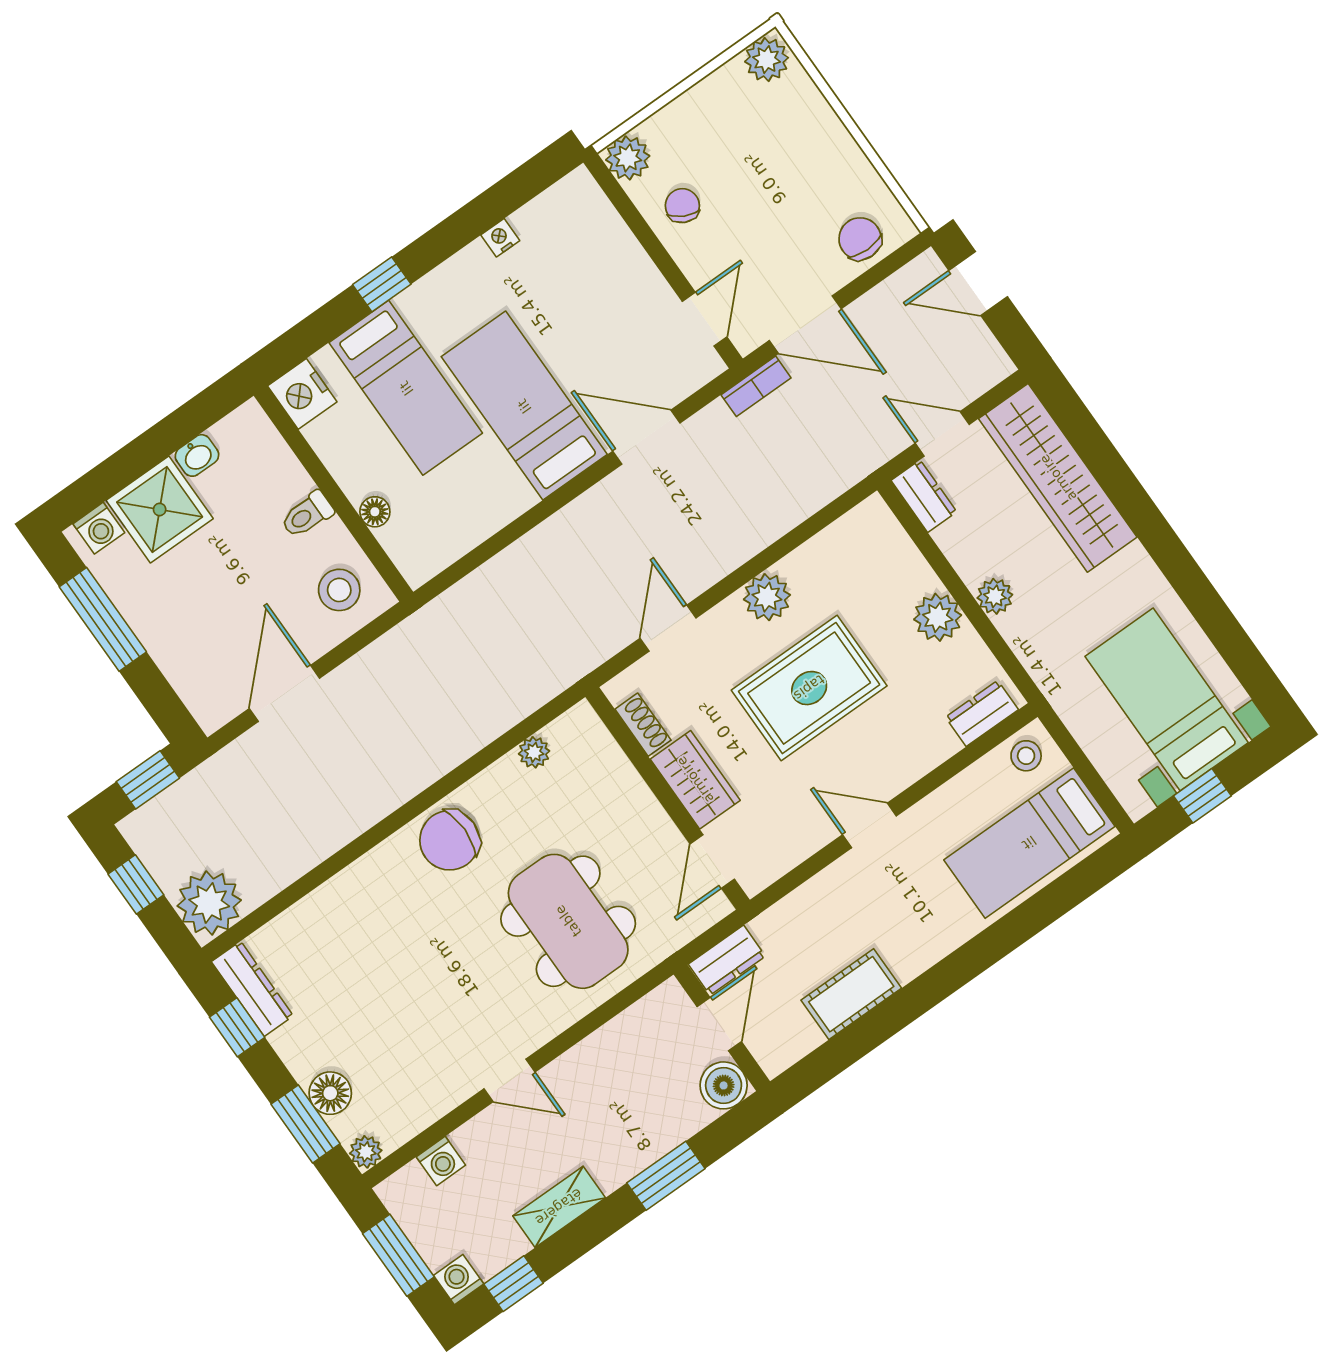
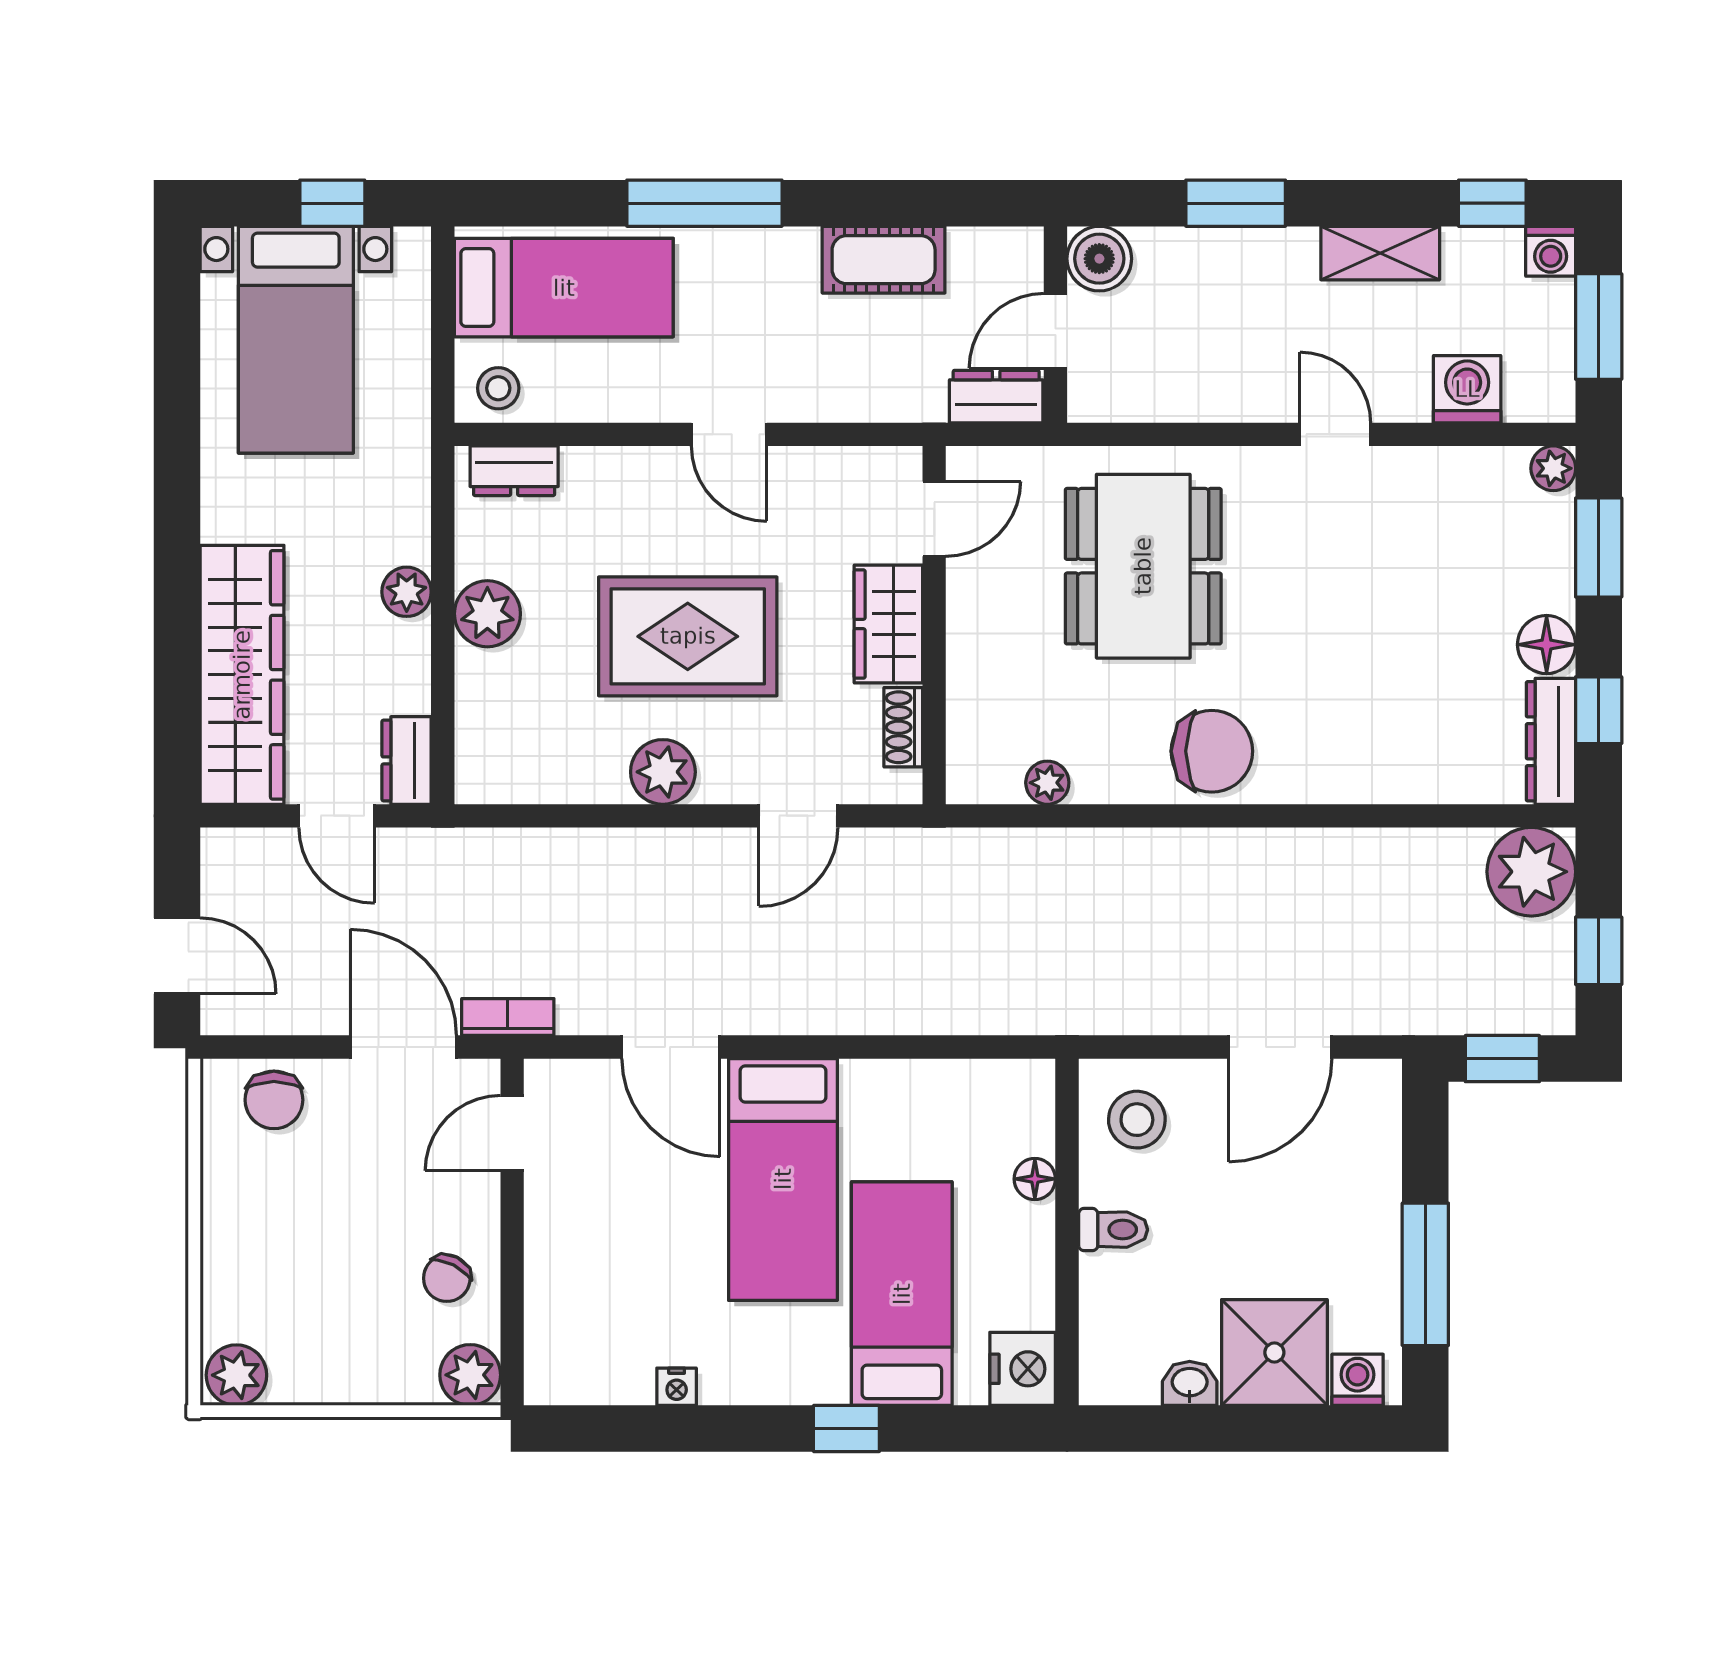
window: (981, 952) -> (704, 203), added
floor lamp: (330, 1093) -> (1547, 645), moved
washing machine: (441, 1161) -> (1467, 389), width x1.38, depth x1.38

